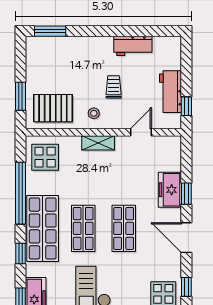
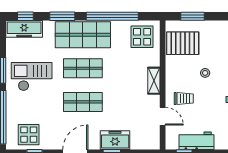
trolley: (114, 87) -> (184, 99), moved
pallet: (53, 108) -> (183, 43), turned 90
stool: (94, 113) -> (205, 73), moved
window: (20, 253) -> (62, 16), width x1.50

